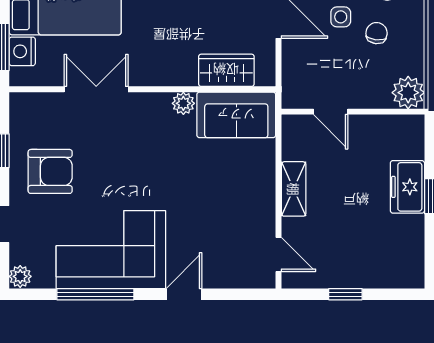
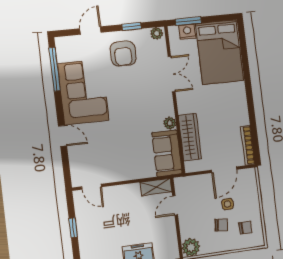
wardrobe: (226, 70) -> (190, 137), width x1.50
shelving: (294, 189) -> (156, 187), moved
door: (279, 254) -> (92, 187), hinge flipped
plant: (20, 276) -> (157, 33), moved
window: (95, 294) -> (55, 69), moved

